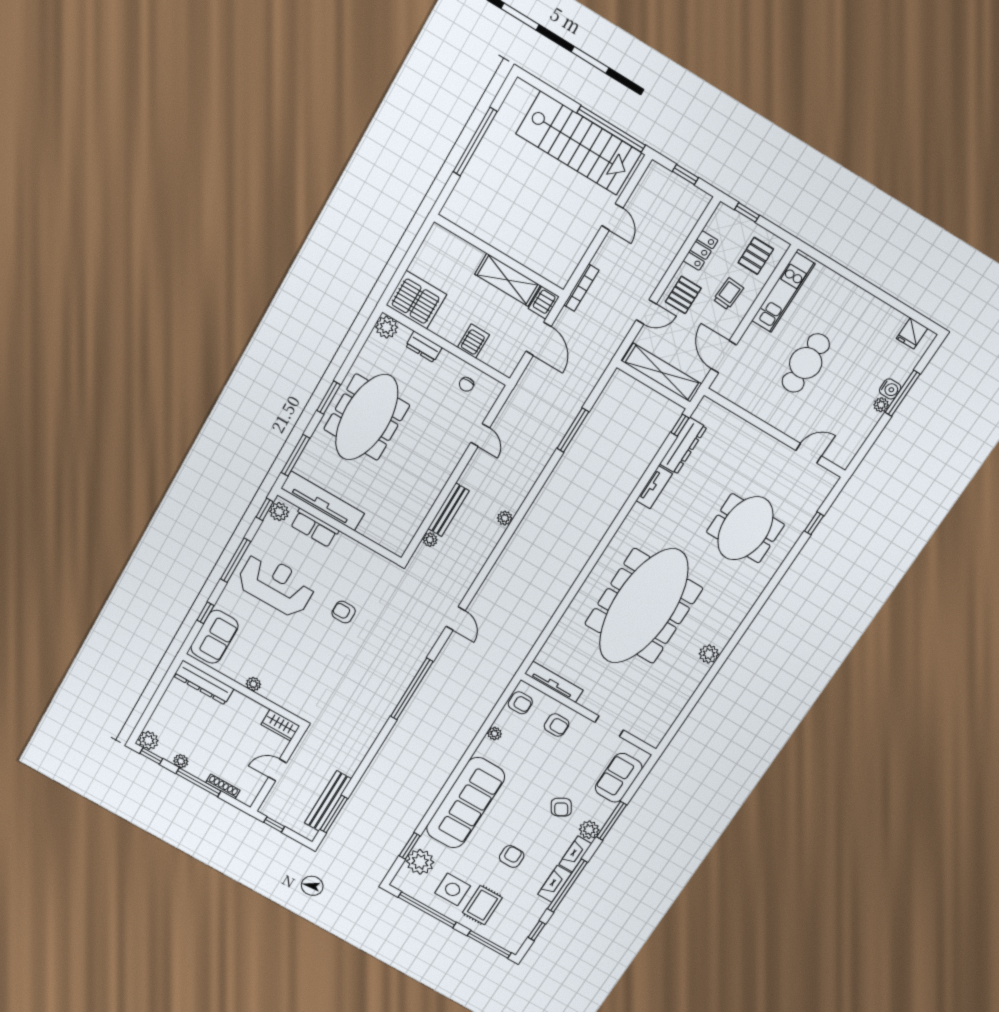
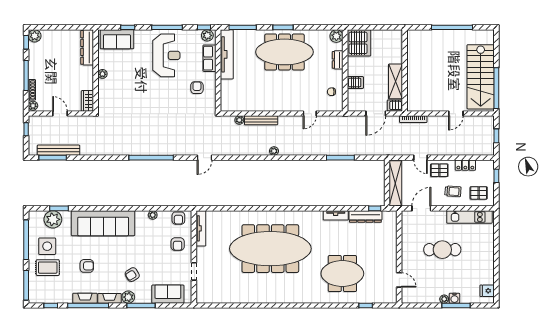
armchair: (344, 612) -> (197, 88), moved
plant: (709, 654) -> (265, 297), removed
plant: (181, 761) -> (33, 106), moved

